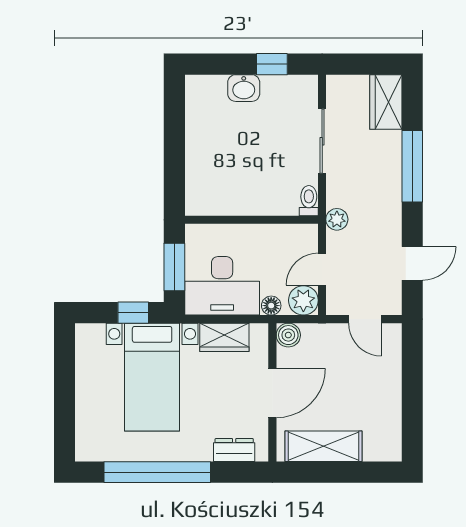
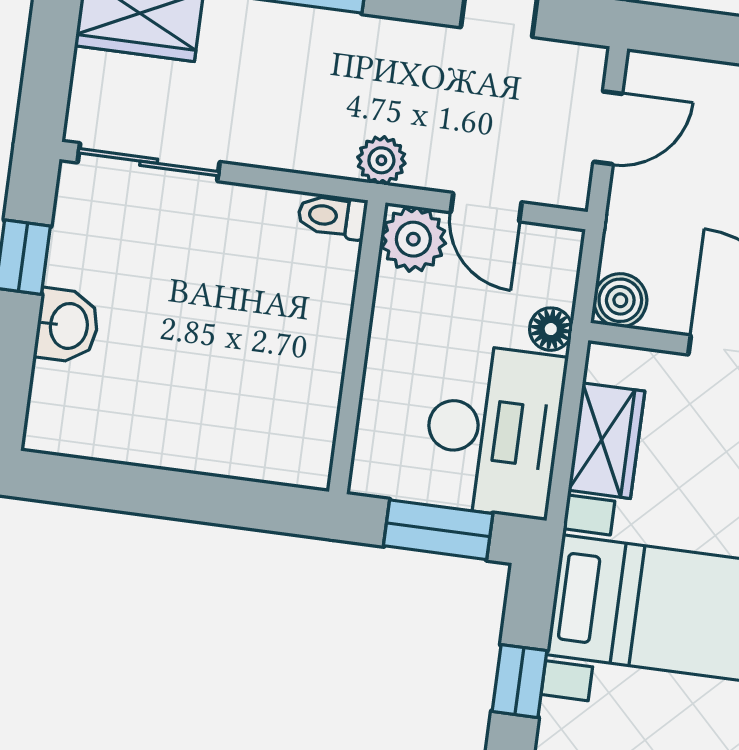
sliding door: (322, 141) -> (149, 162), moved
plant: (303, 300) -> (413, 239), moved
window: (133, 313) -> (519, 681), moved

